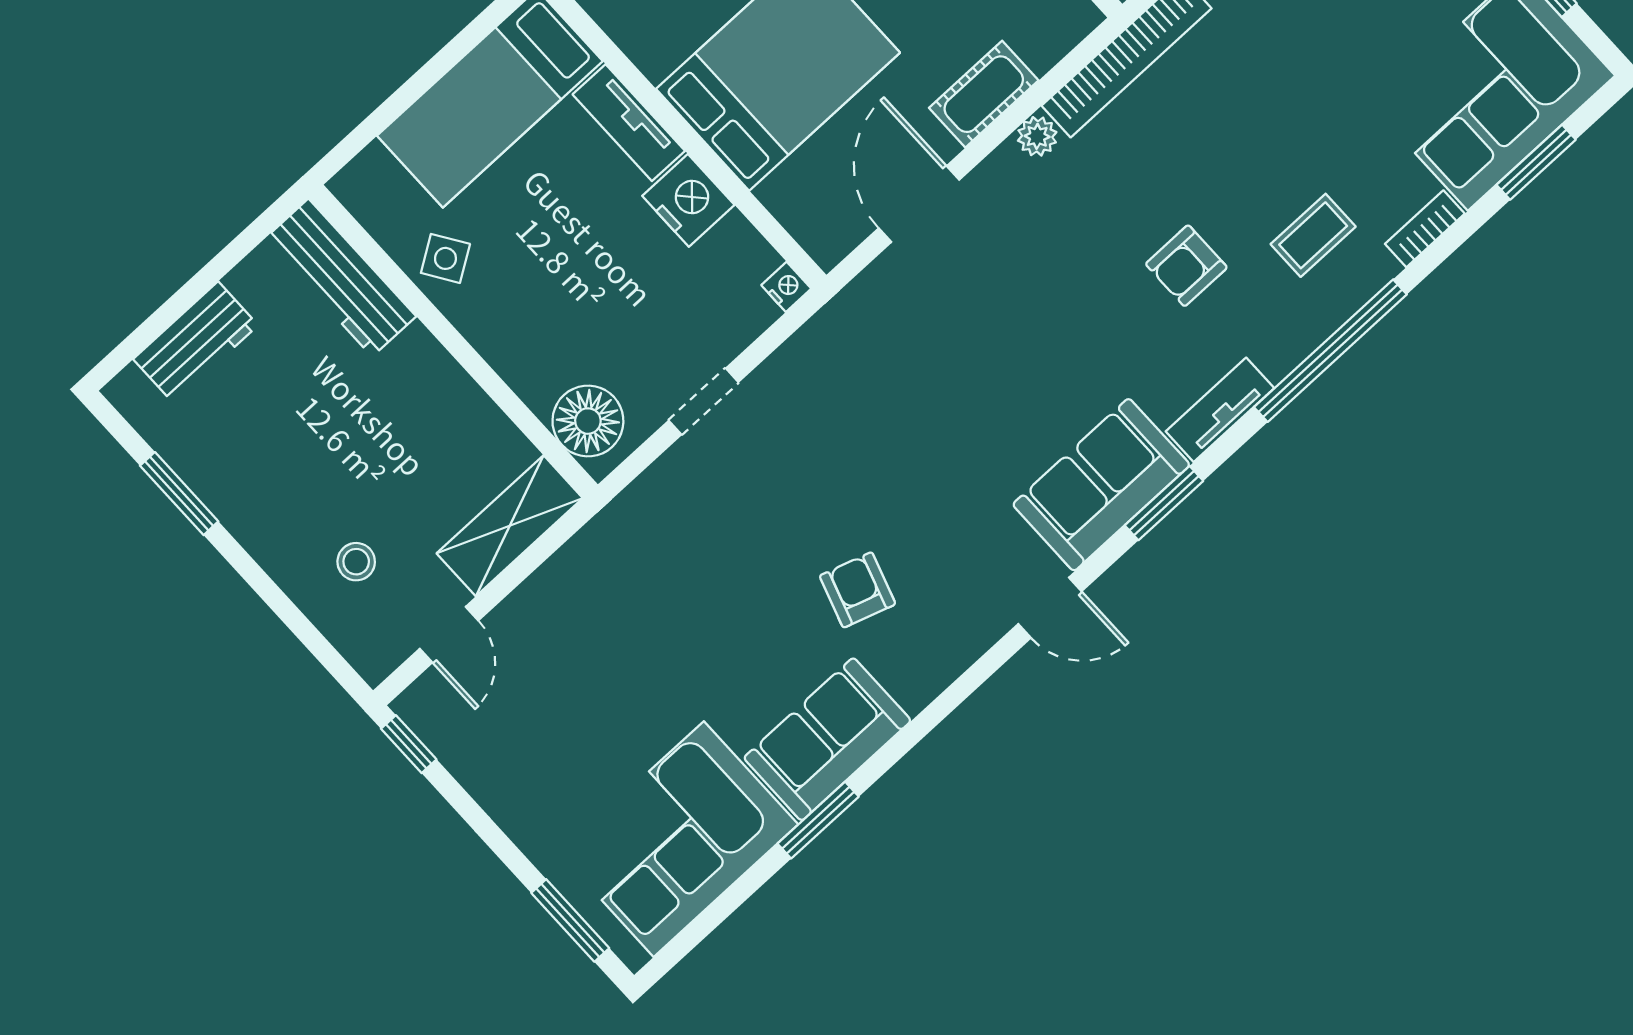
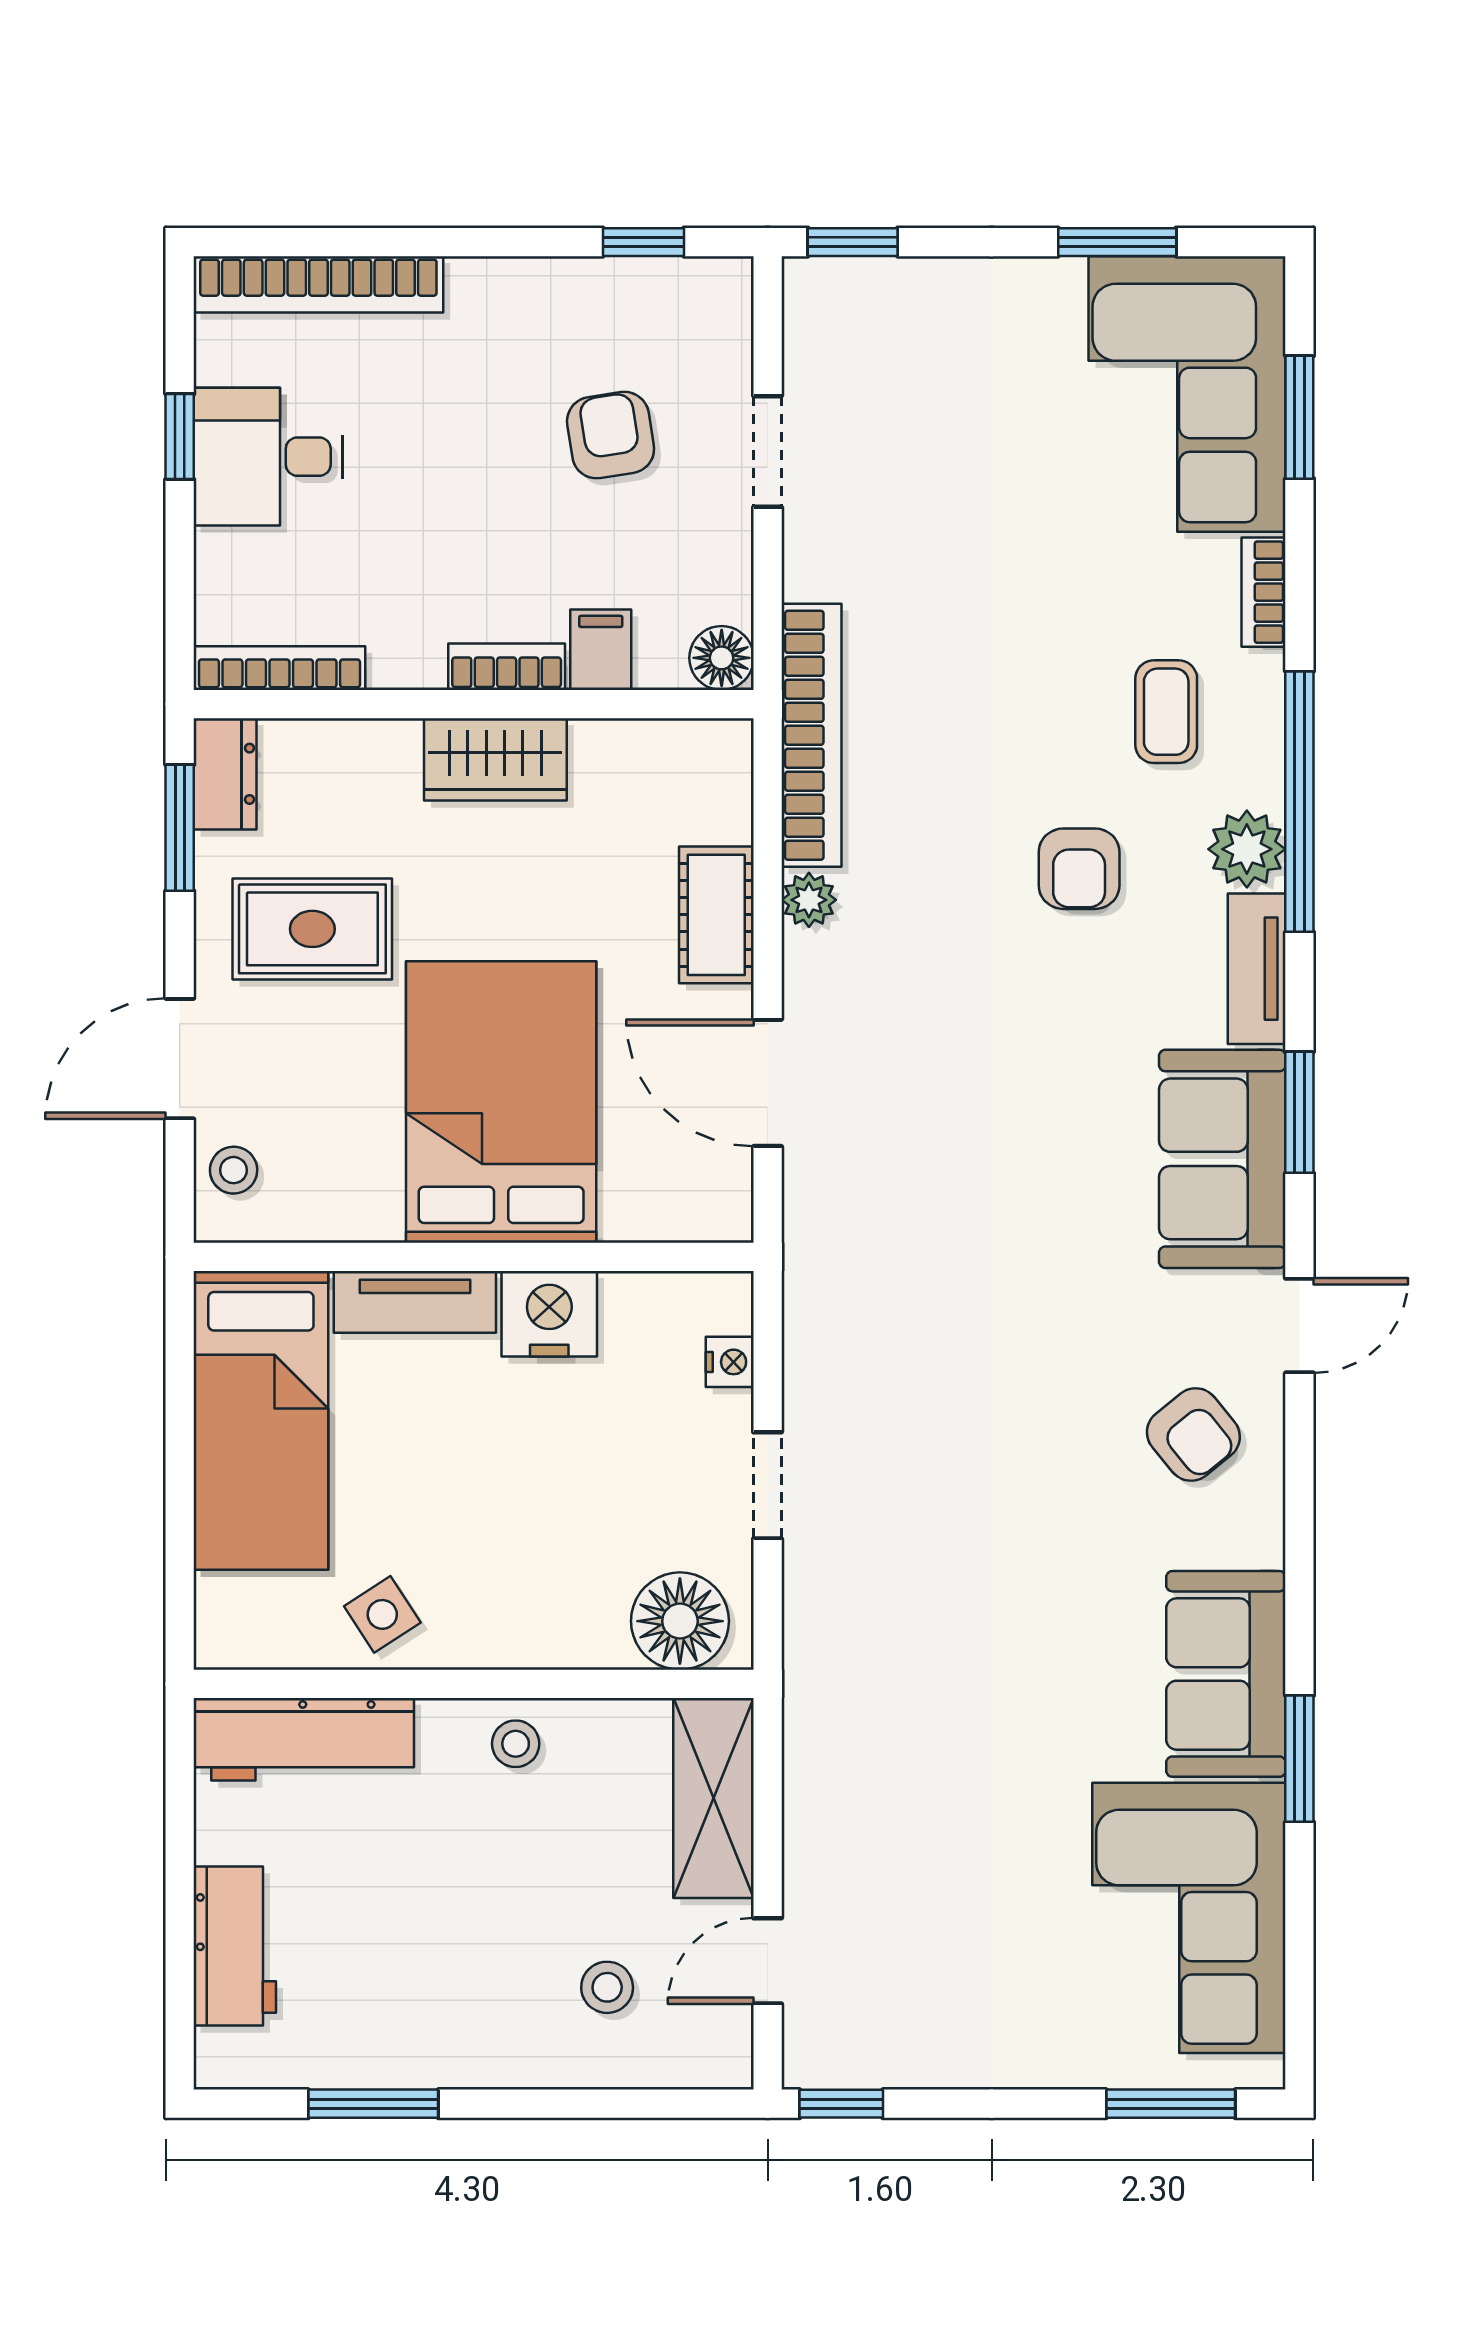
nightstand: (786, 287) -> (730, 1362), moved, turned 90
plant: (1279, 346) -> (1247, 849), added
stool: (442, 393) -> (516, 1744), added
armchair: (858, 590) -> (1193, 1435), moved, turned -147
door: (449, 635) -> (768, 1961), swing flipped

